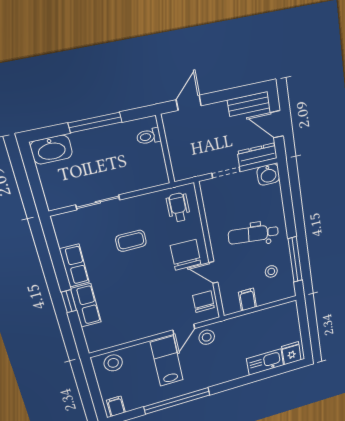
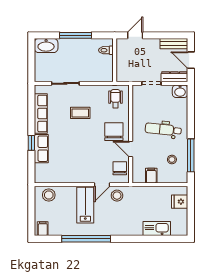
row of seats: (74, 266) -> (41, 114), width x1.48
fridge: (291, 353) -> (180, 202), moved, turned -90

